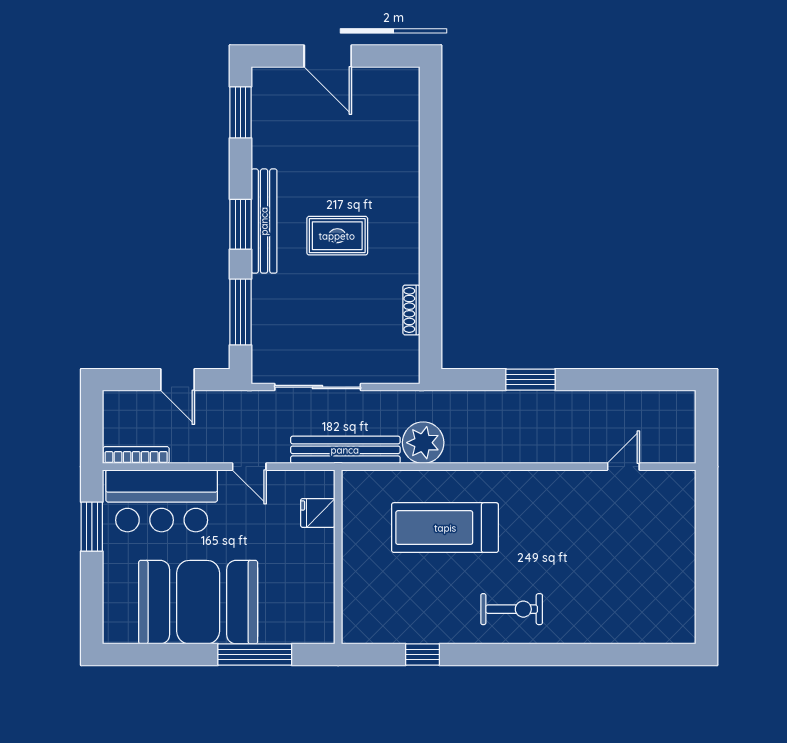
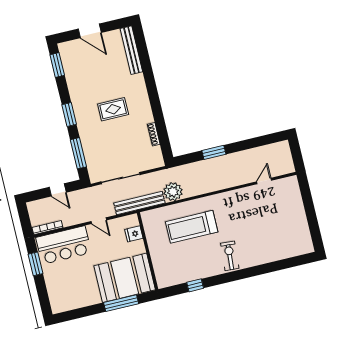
bench: (264, 221) -> (131, 50), moved
booth: (198, 602) -> (125, 278), moved
exercise bike: (512, 609) -> (230, 256), turned -86

